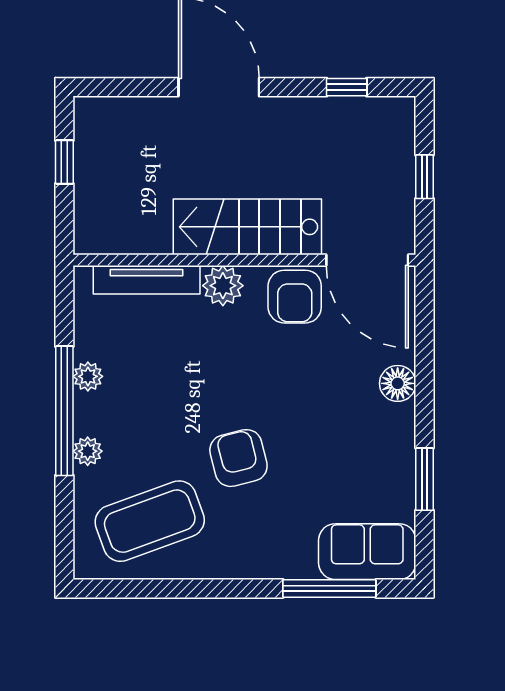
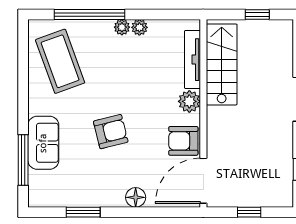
stairs: (247, 227) -> (222, 64), moved
window: (64, 411) -> (90, 14), moved
plant: (88, 451) -> (122, 27), moved
armchair: (238, 458) -> (111, 132), moved
sofa: (367, 552) -> (43, 143), moved

